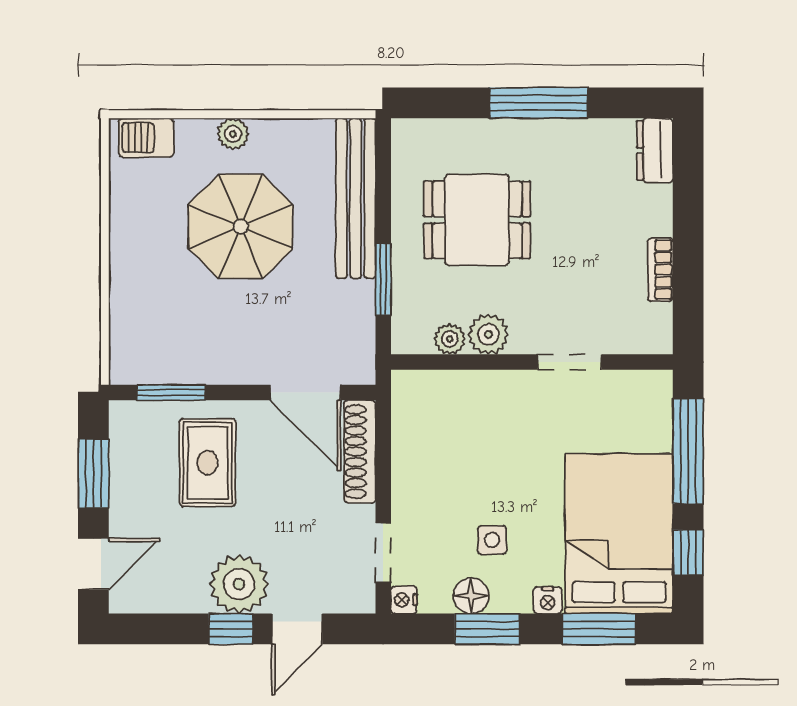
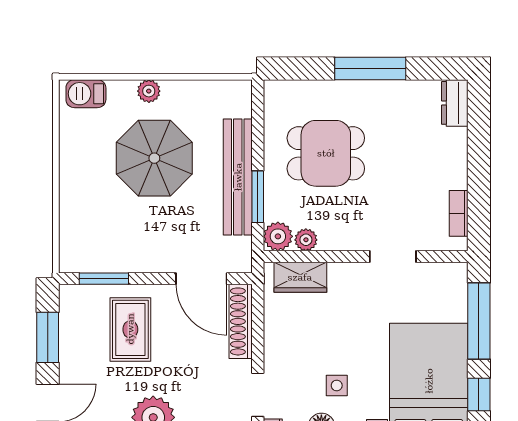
bench: (356, 198) -> (238, 177), moved
bookcase: (660, 270) -> (459, 213), moved
plant: (488, 334) -> (278, 236), moved
wardrobe: (442, 391) -> (300, 277), added

